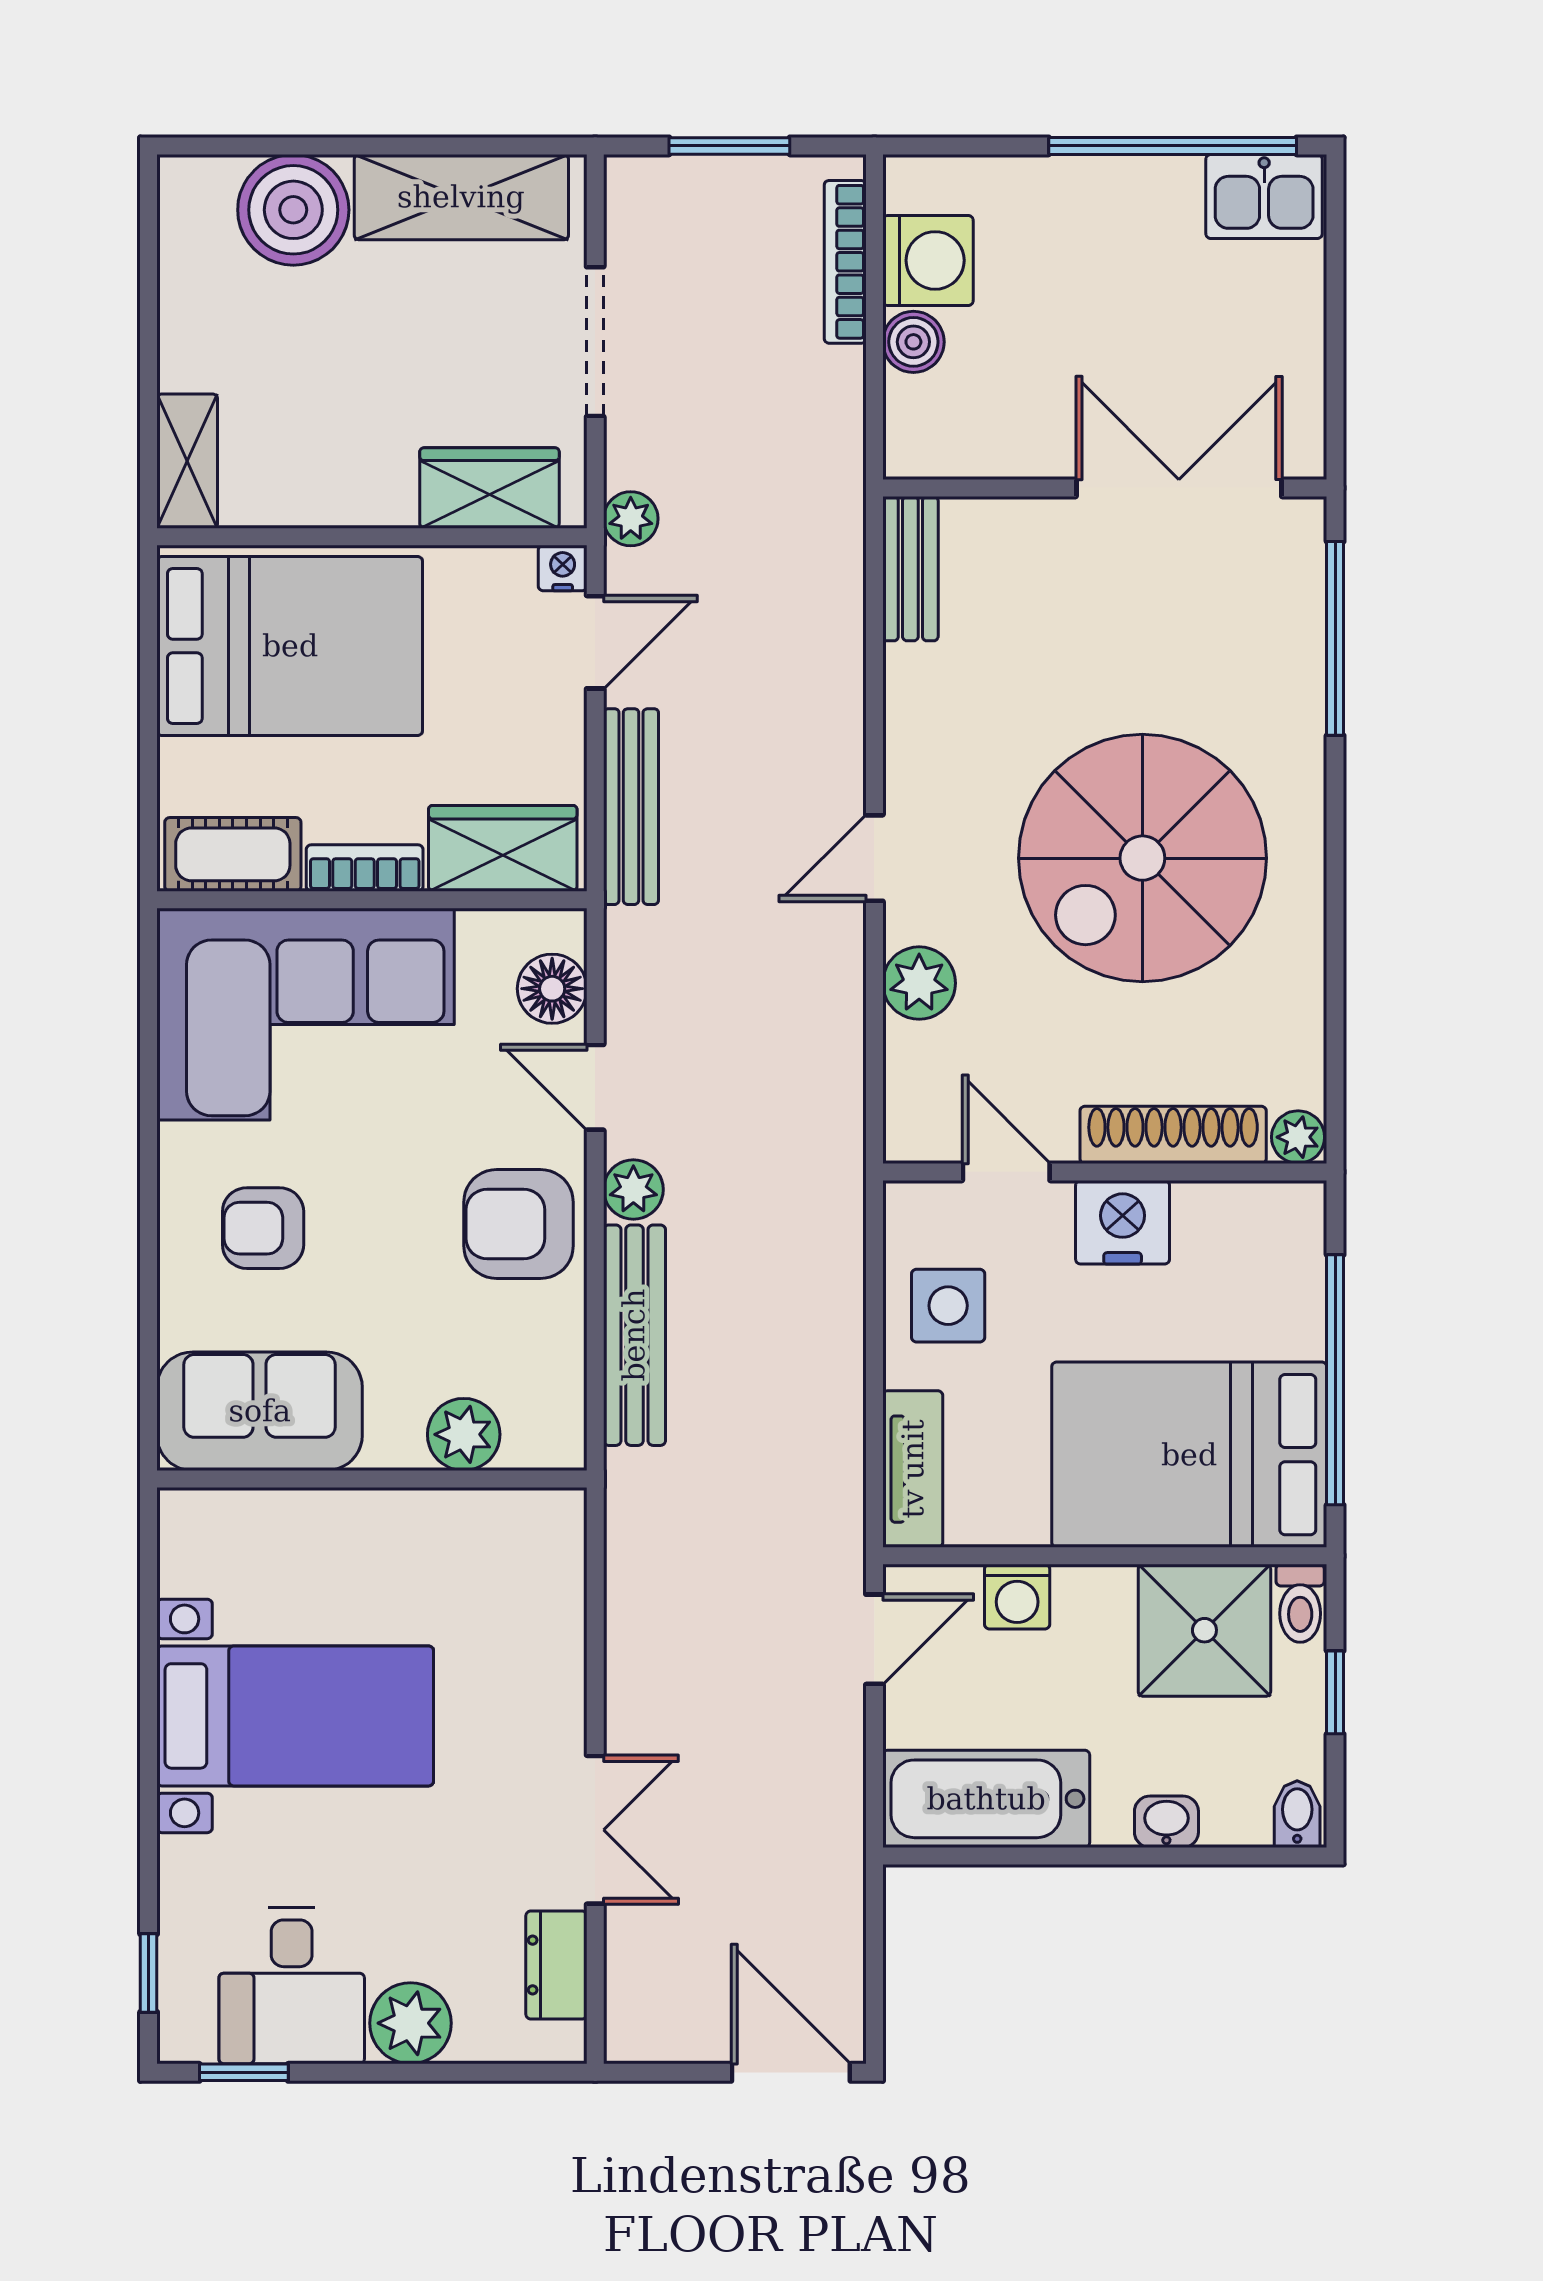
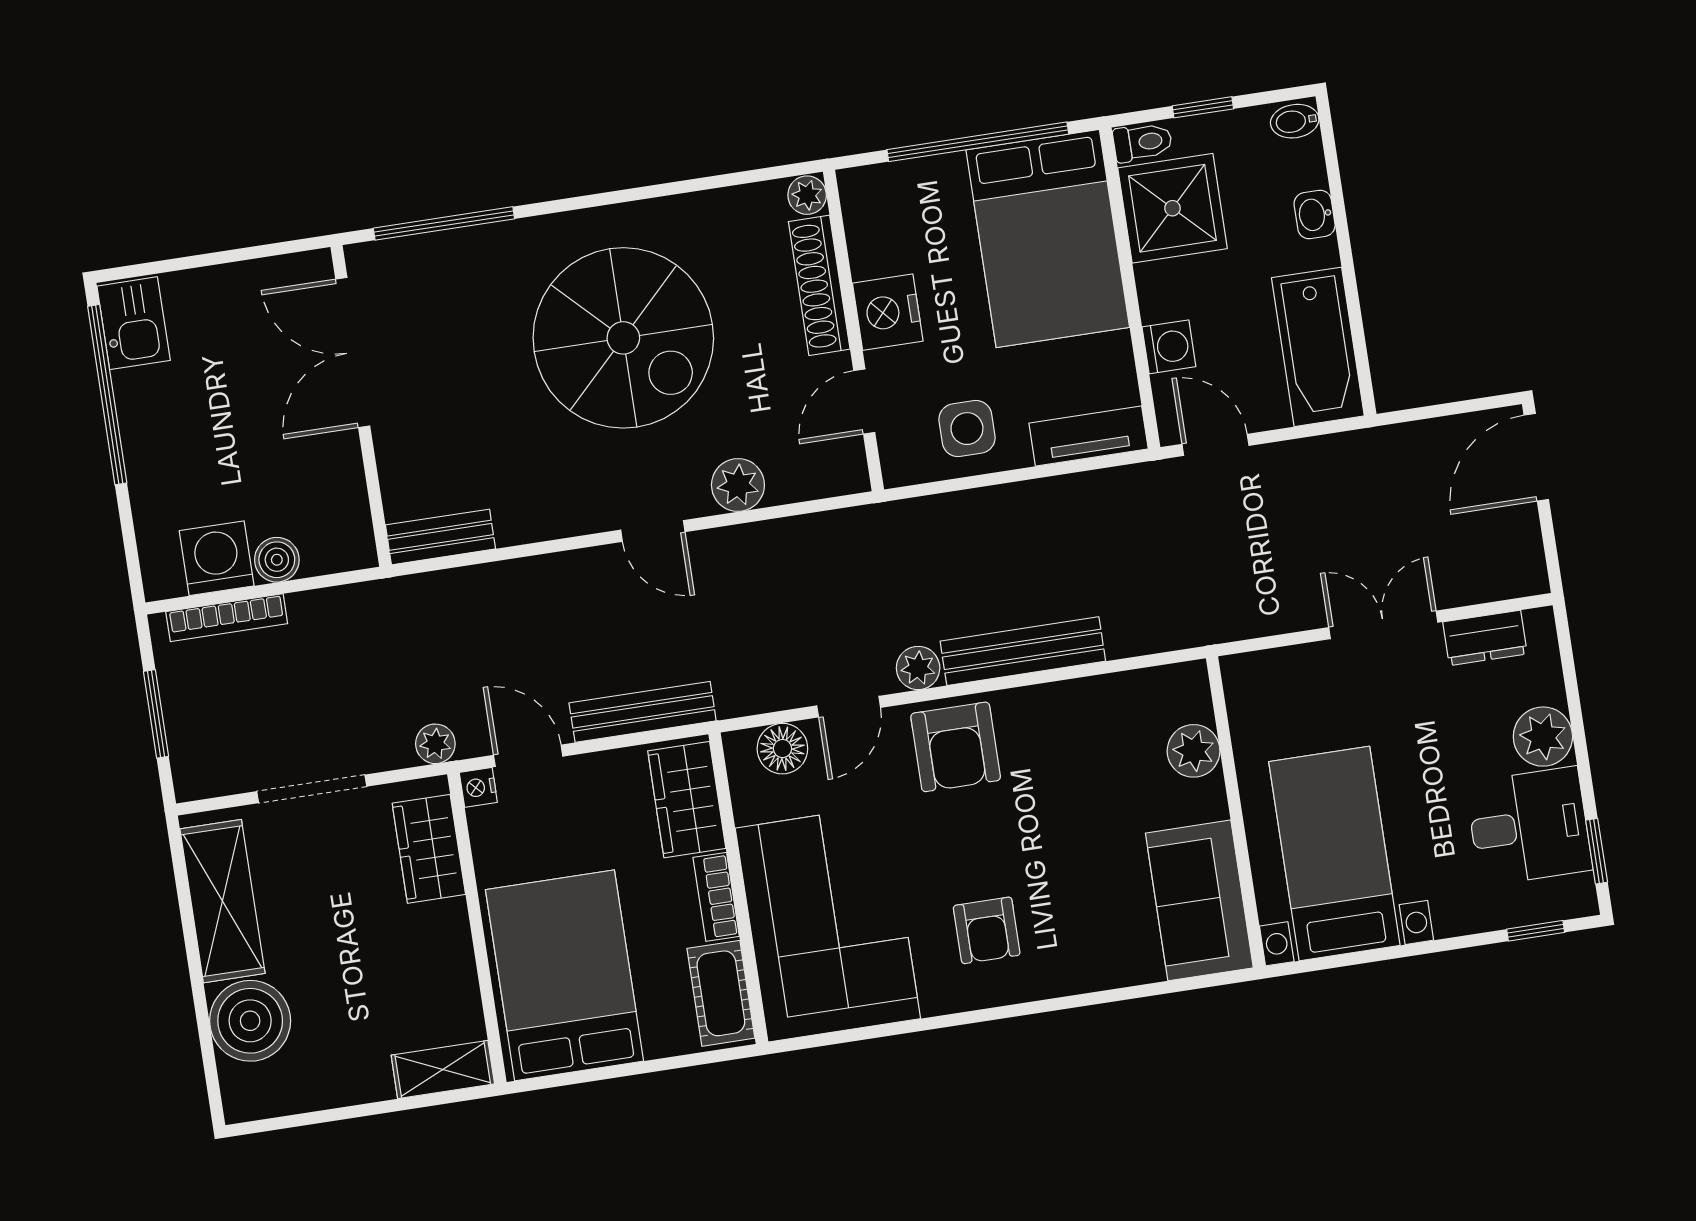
sofa: (260, 1411) -> (1199, 900), moved
plant: (464, 1434) -> (1194, 751), moved
wall: (372, 1479) -> (1236, 812), moved

